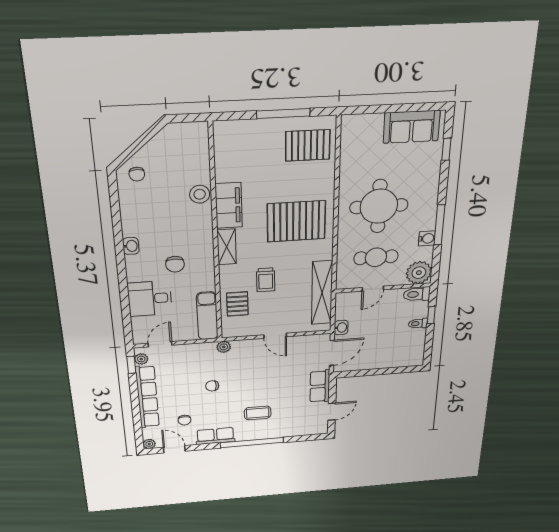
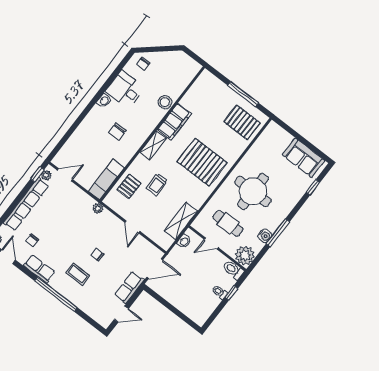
shelving: (322, 293) -> (181, 221), width x0.68
desk: (150, 299) -> (125, 90), moved
washbasin: (341, 328) -> (184, 241), moved
chair: (212, 386) -> (97, 255), moved

